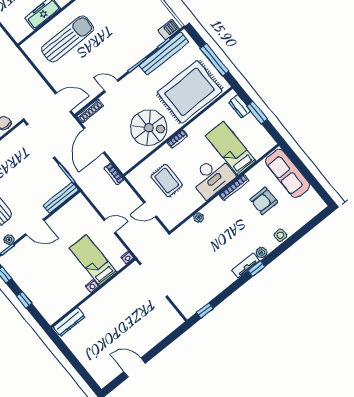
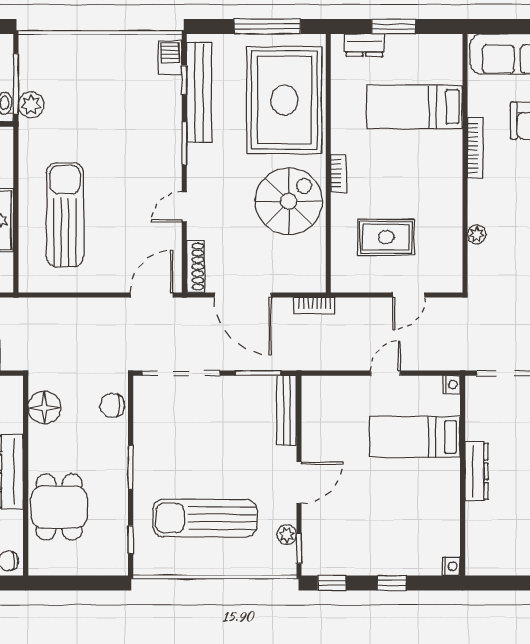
desk: (212, 177) -> (434, 167), removed
nightstand: (92, 286) -> (451, 566), moved
dresser: (69, 322) -> (477, 471), moved

